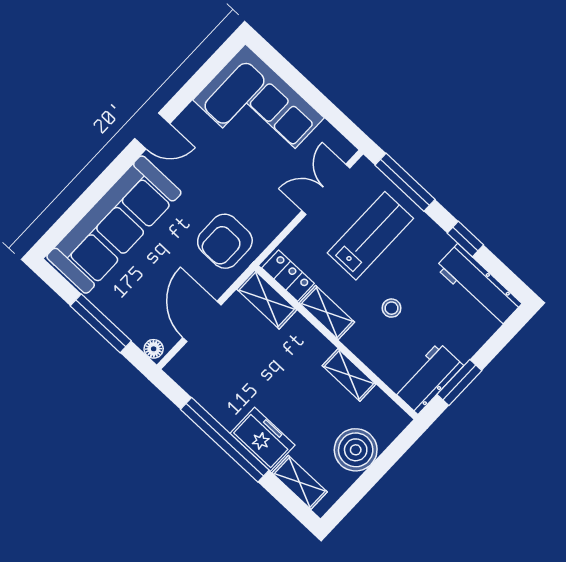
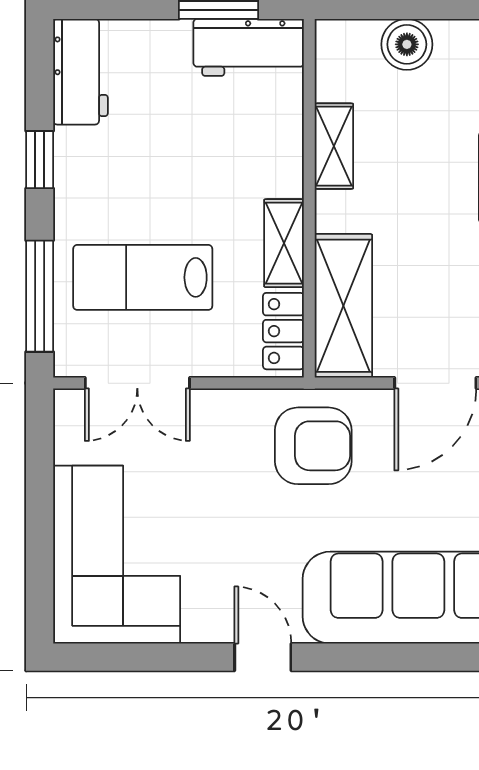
workbench: (479, 285) -> (80, 72), width x0.73
shelving: (267, 300) -> (343, 306), width x1.50, depth x1.33
stool: (391, 308) -> (206, 171), removed
boiler: (356, 450) -> (407, 44), width x0.73, depth x0.73

